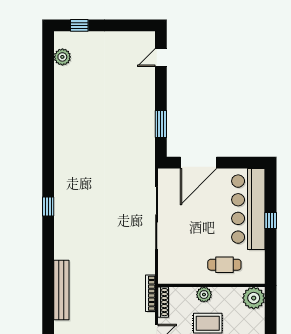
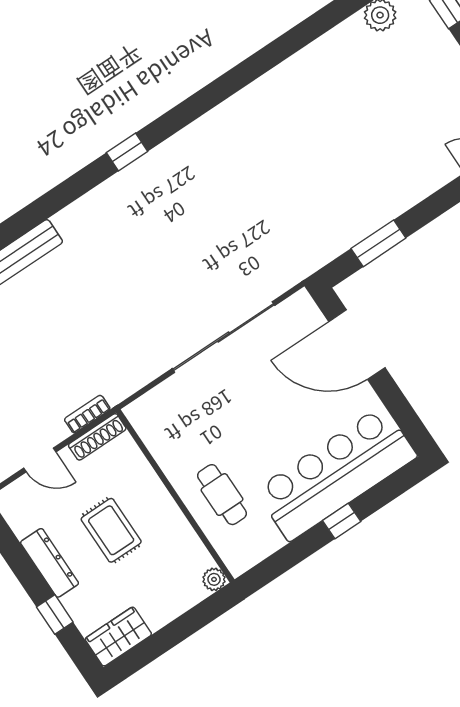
bookcase: (150, 293) -> (87, 414), width x0.64
plant: (204, 295) -> (153, 494), removed
plant: (254, 298) -> (214, 579), width x0.53, depth x0.53

